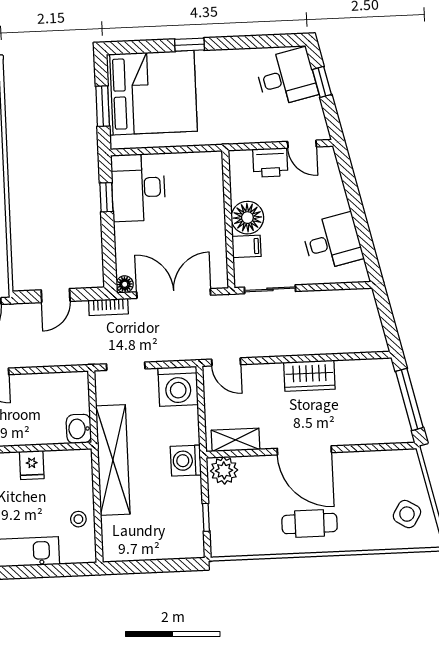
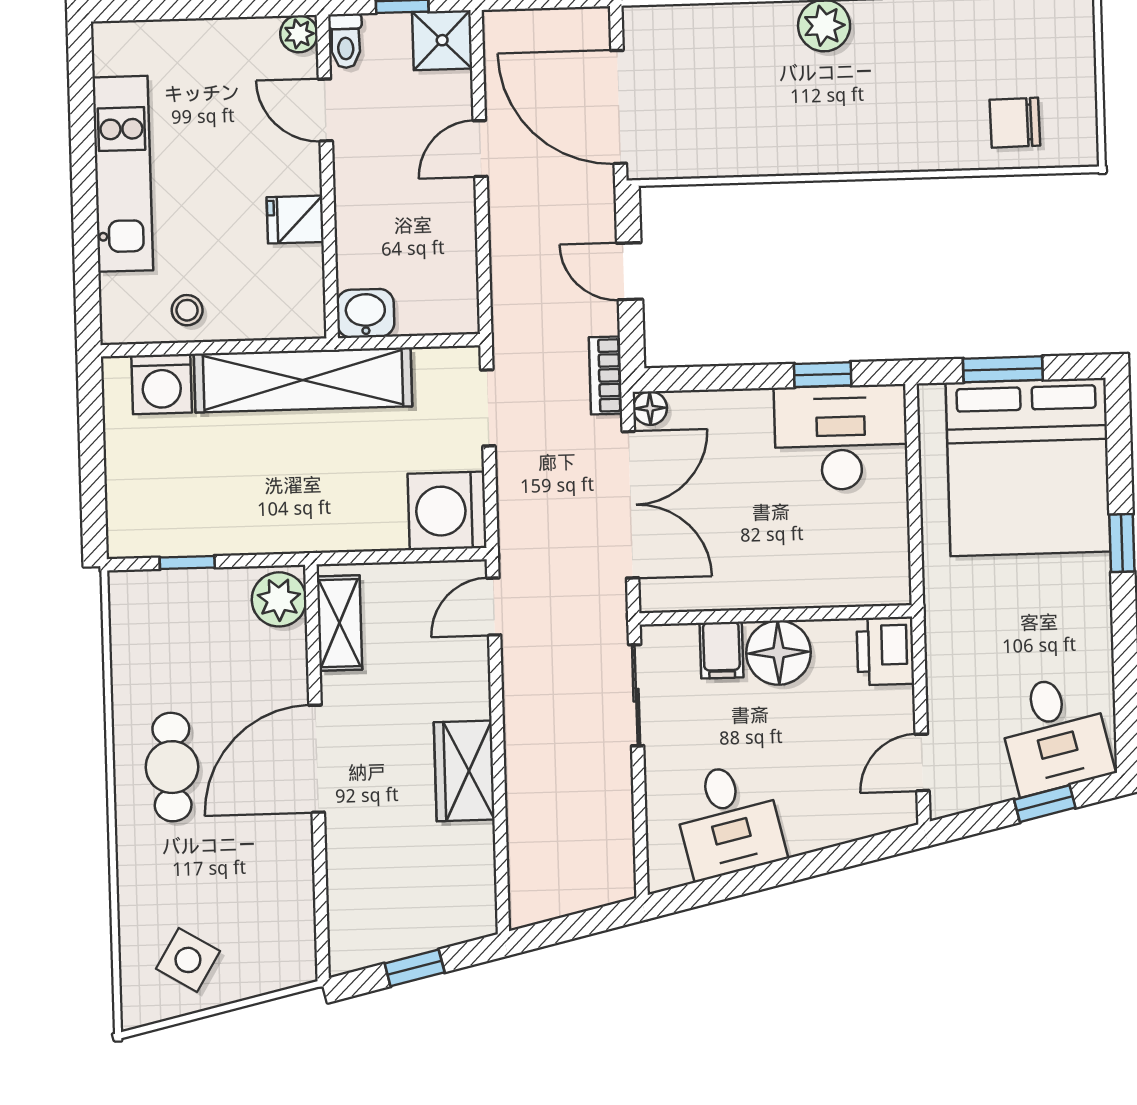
printer: (270, 162) -> (885, 651), moved
window: (409, 399) -> (415, 968), width x0.46
washing machine: (186, 461) -> (162, 384), moved, turned 180

